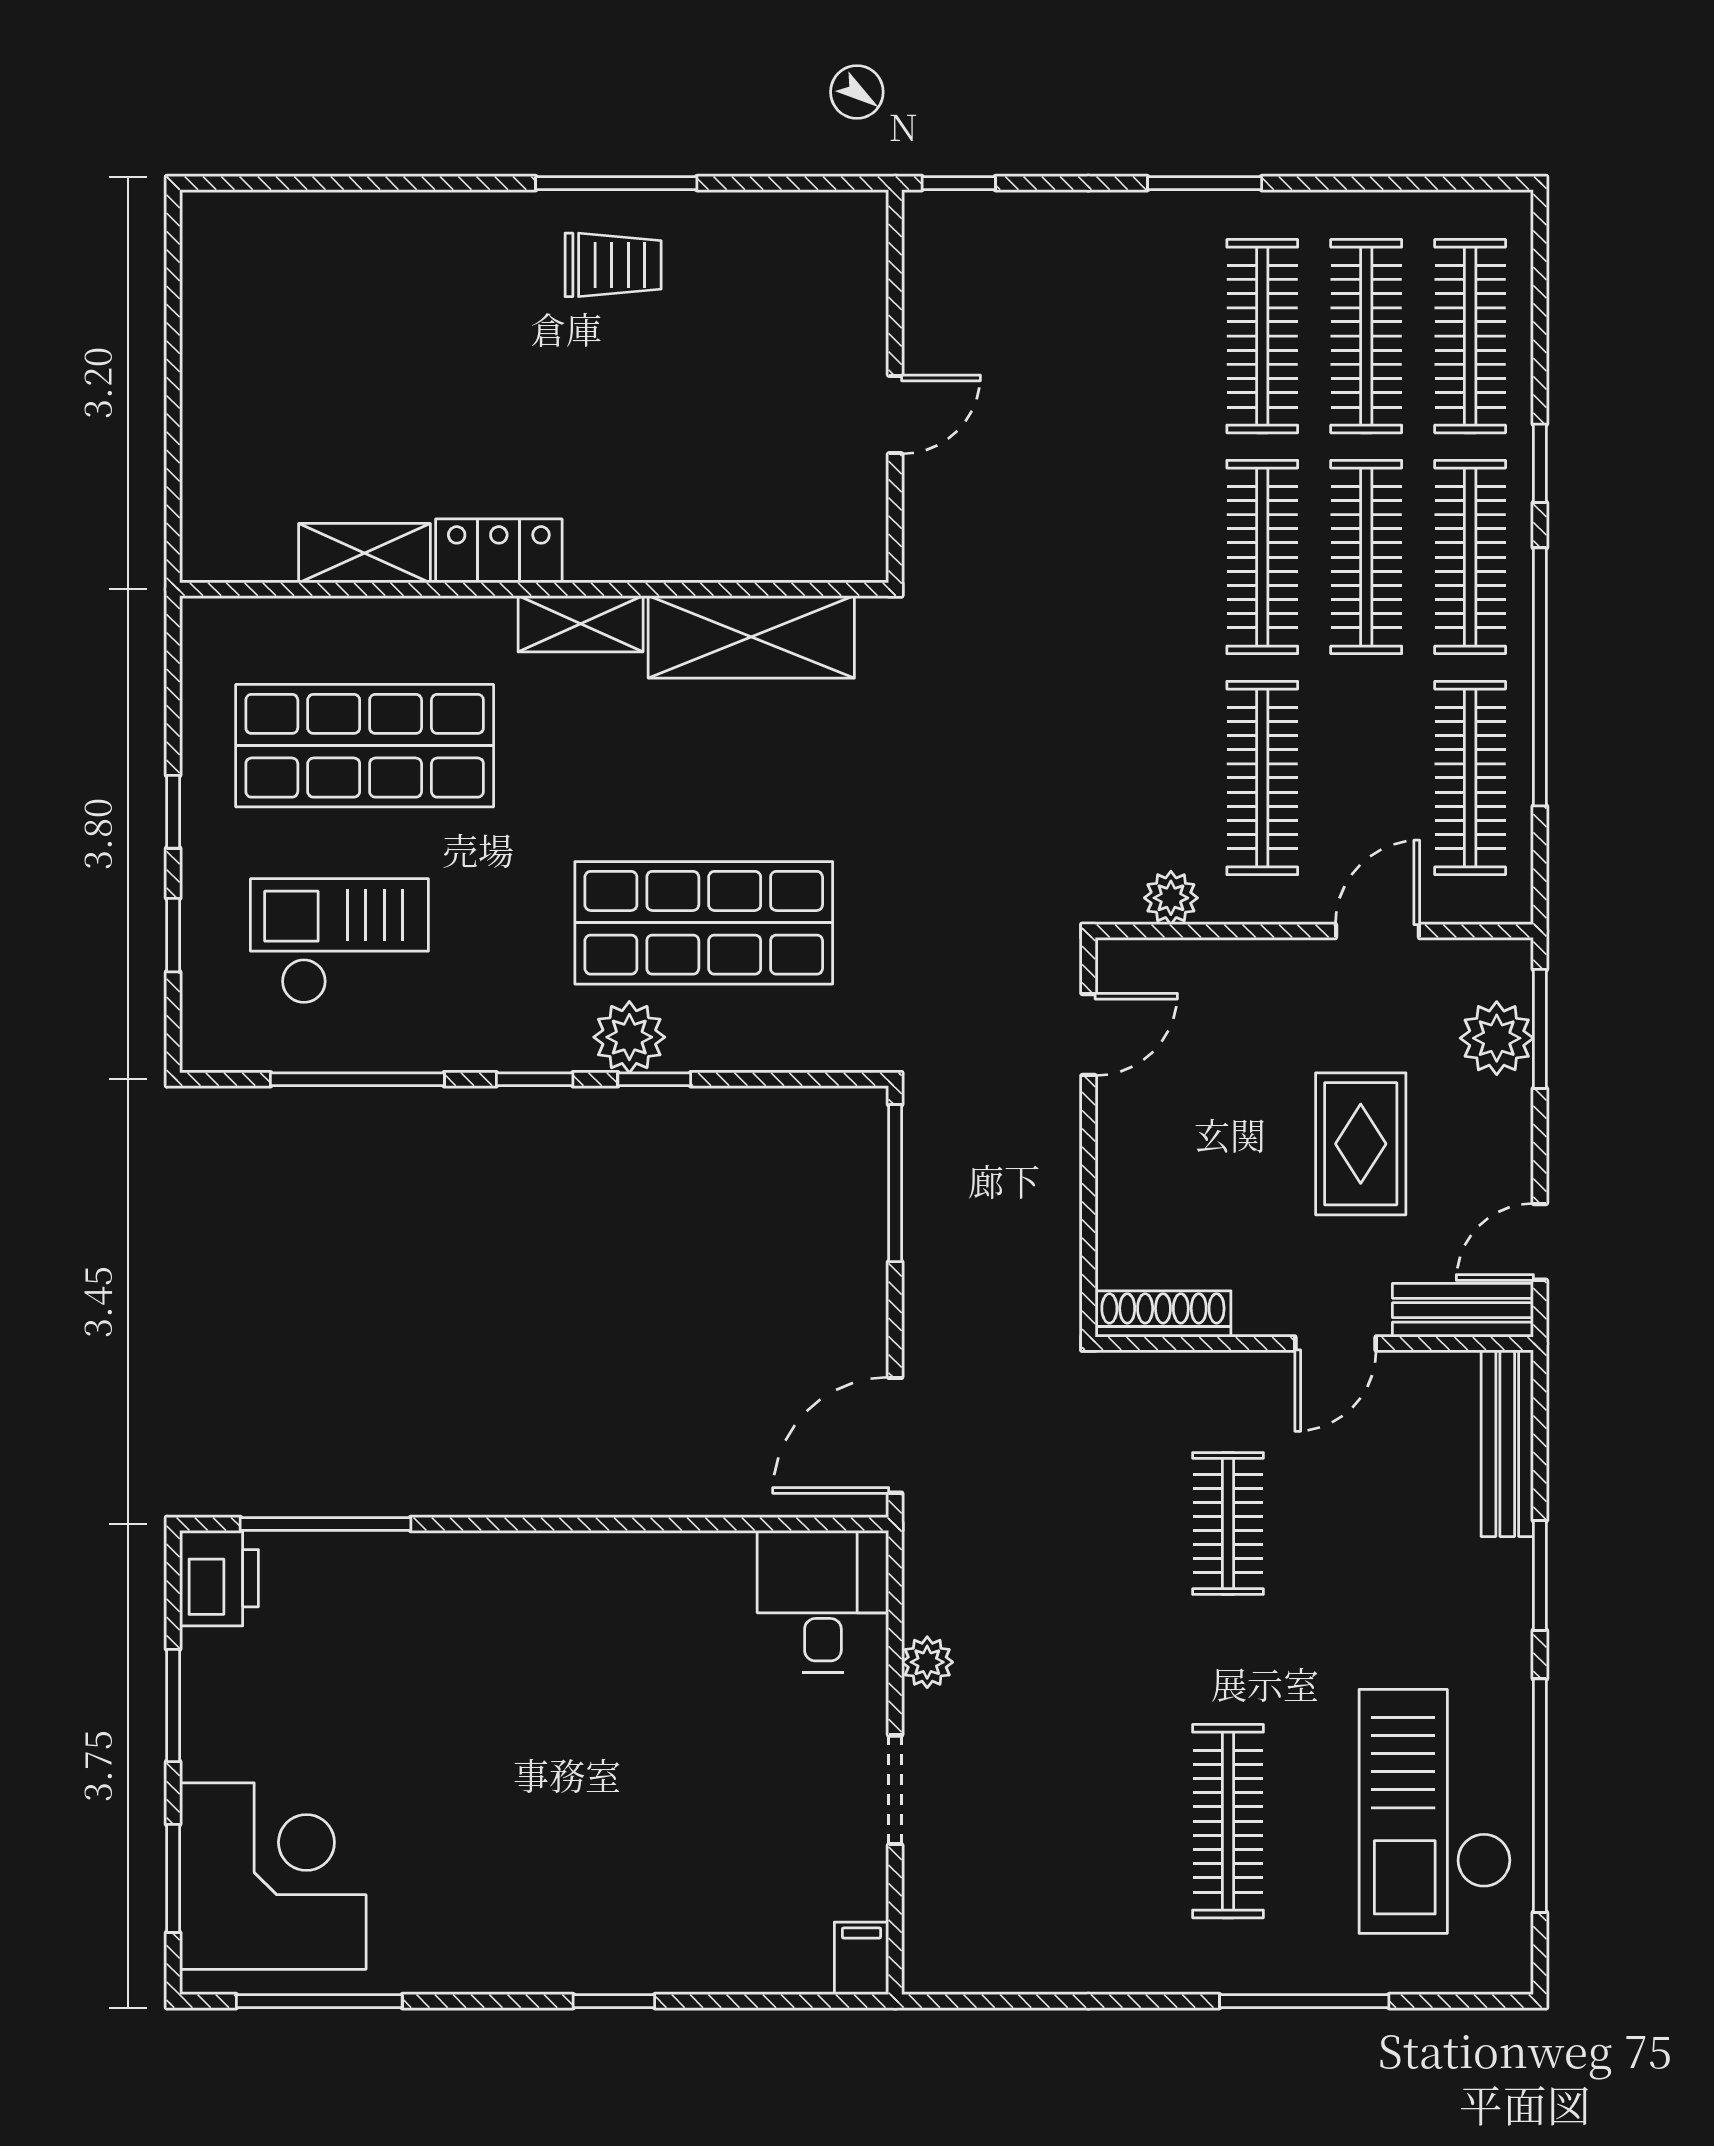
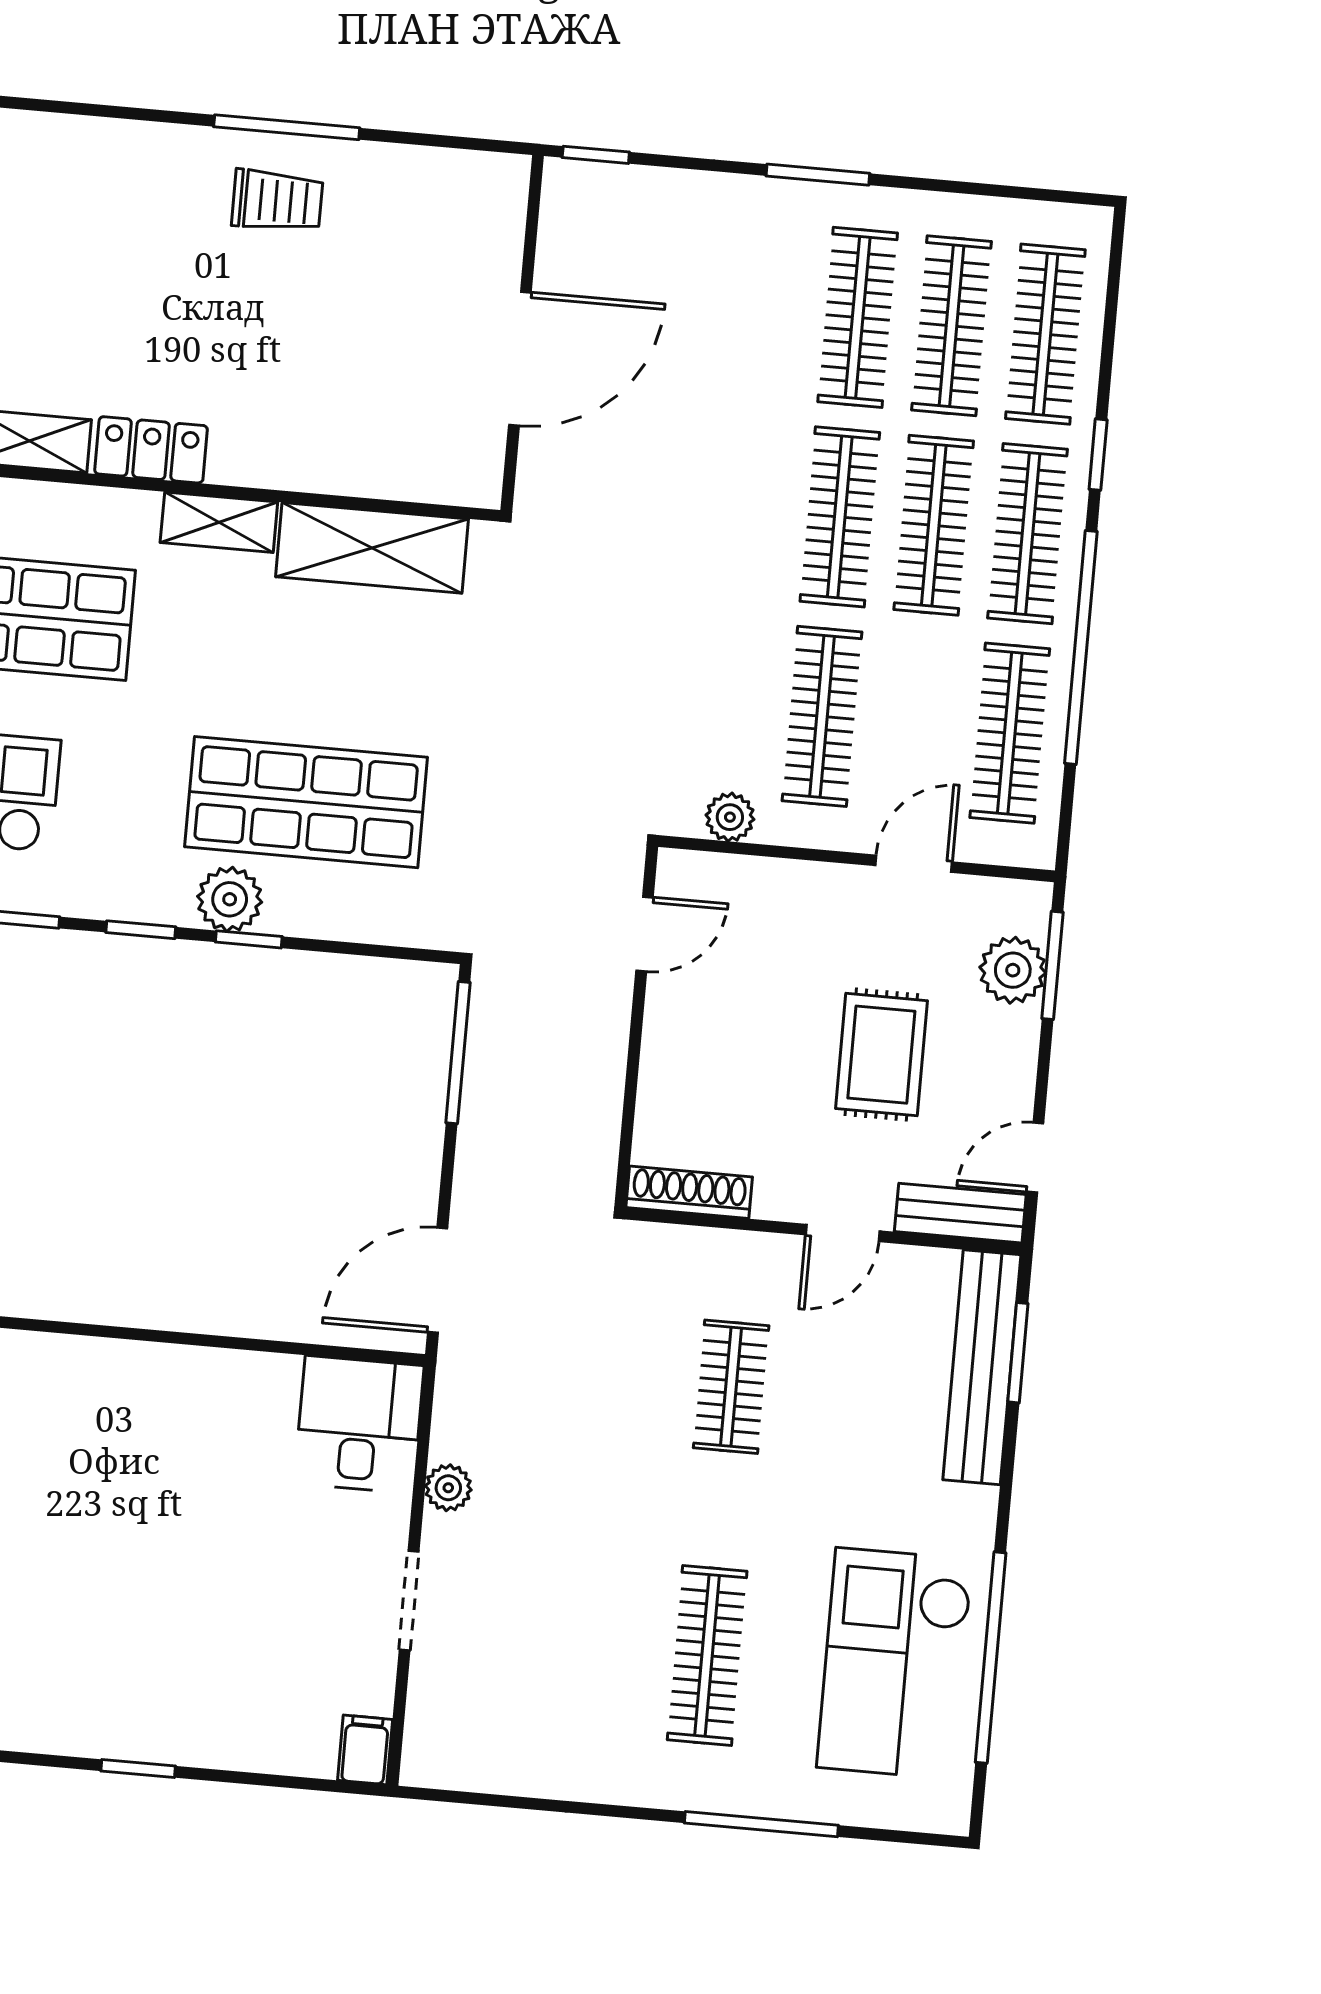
door: (895, 414) -> (520, 359), width x1.88
bench: (1507, 1443) -> (982, 1367), width x1.37, depth x1.21
window: (1540, 1575) -> (1018, 1353), moved

